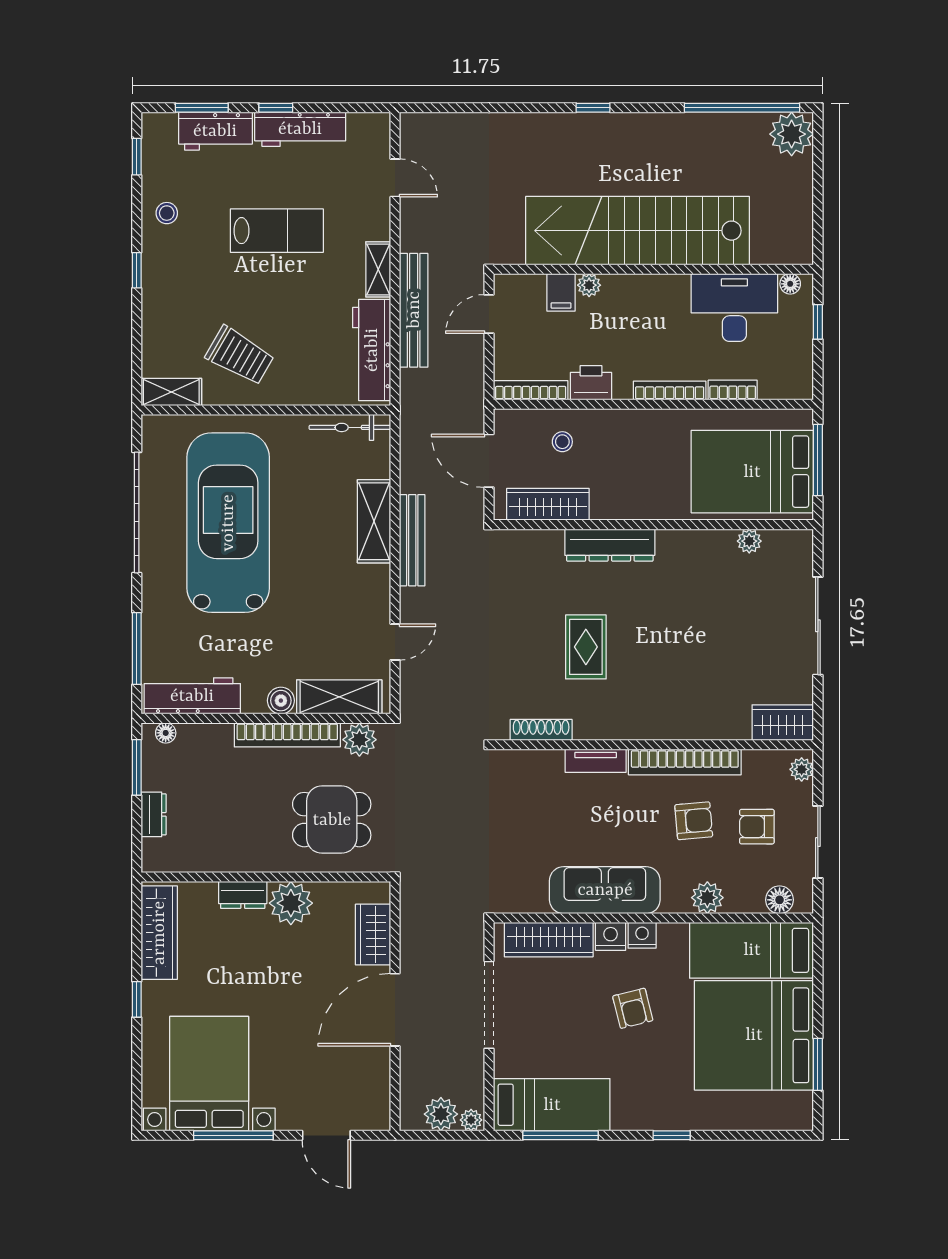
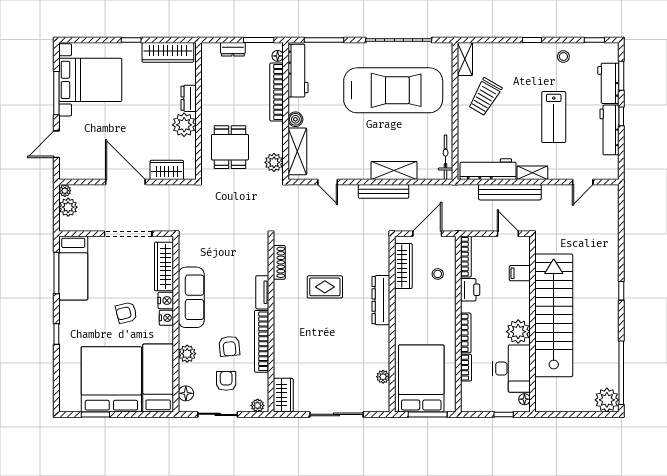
plant: (589, 285) -> (518, 332), moved, width x1.88, depth x1.88
bookcase: (287, 735) -> (277, 92), moved
plant: (471, 1120) -> (65, 191), moved

